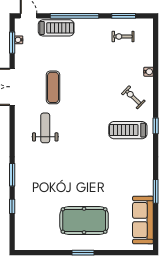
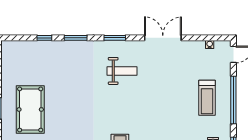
treadmill: (56, 28) -> (207, 98), moved
window: (12, 43) -> (115, 38), moved
exercise mat: (53, 87) -> (162, 79), removed

